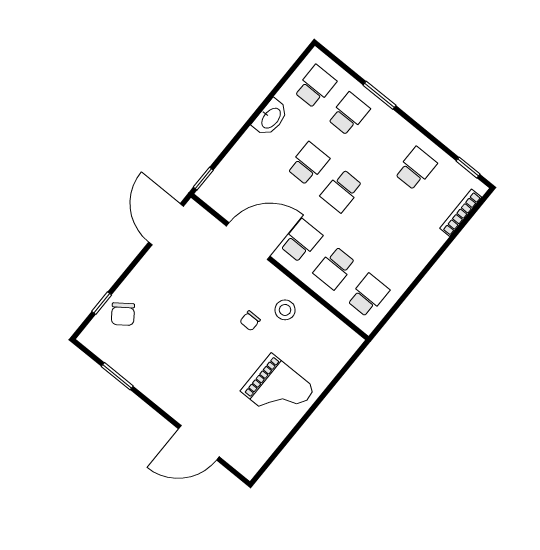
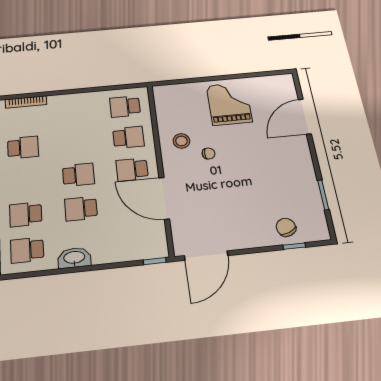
school desk: (416, 168) -> (23, 147), turned 180
chair: (123, 314) -> (286, 227), turned -76
door: (199, 443) -> (305, 117), swing flipped

